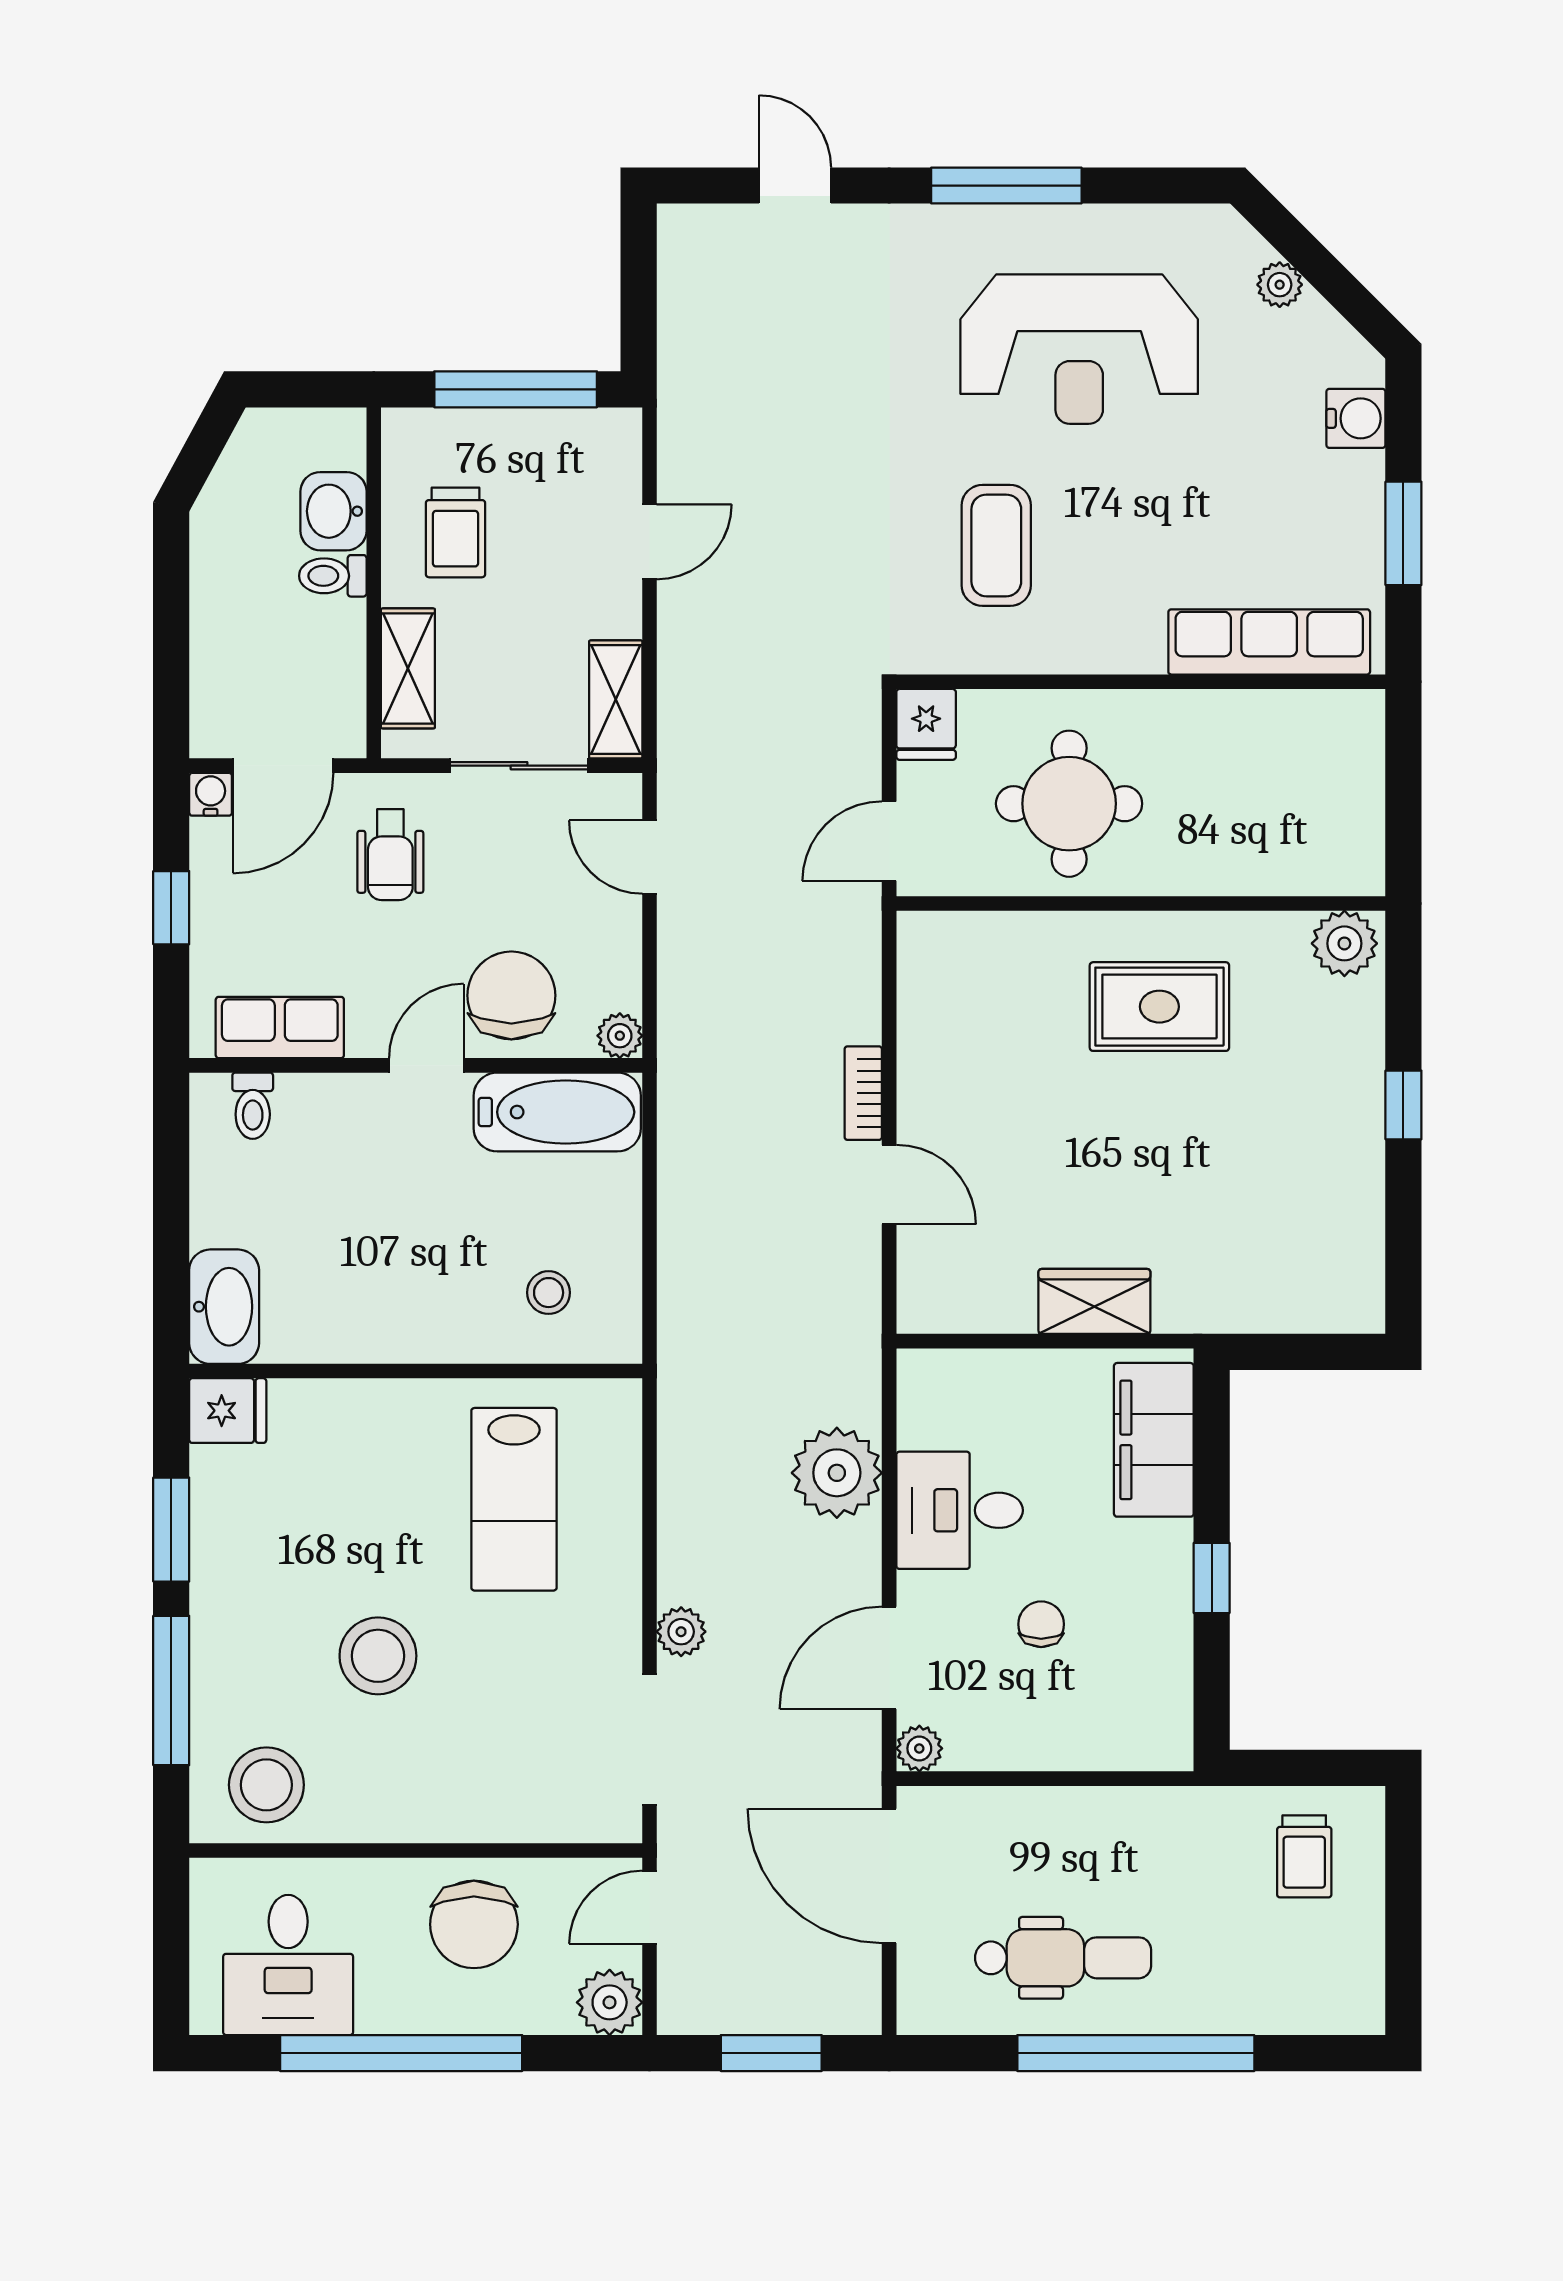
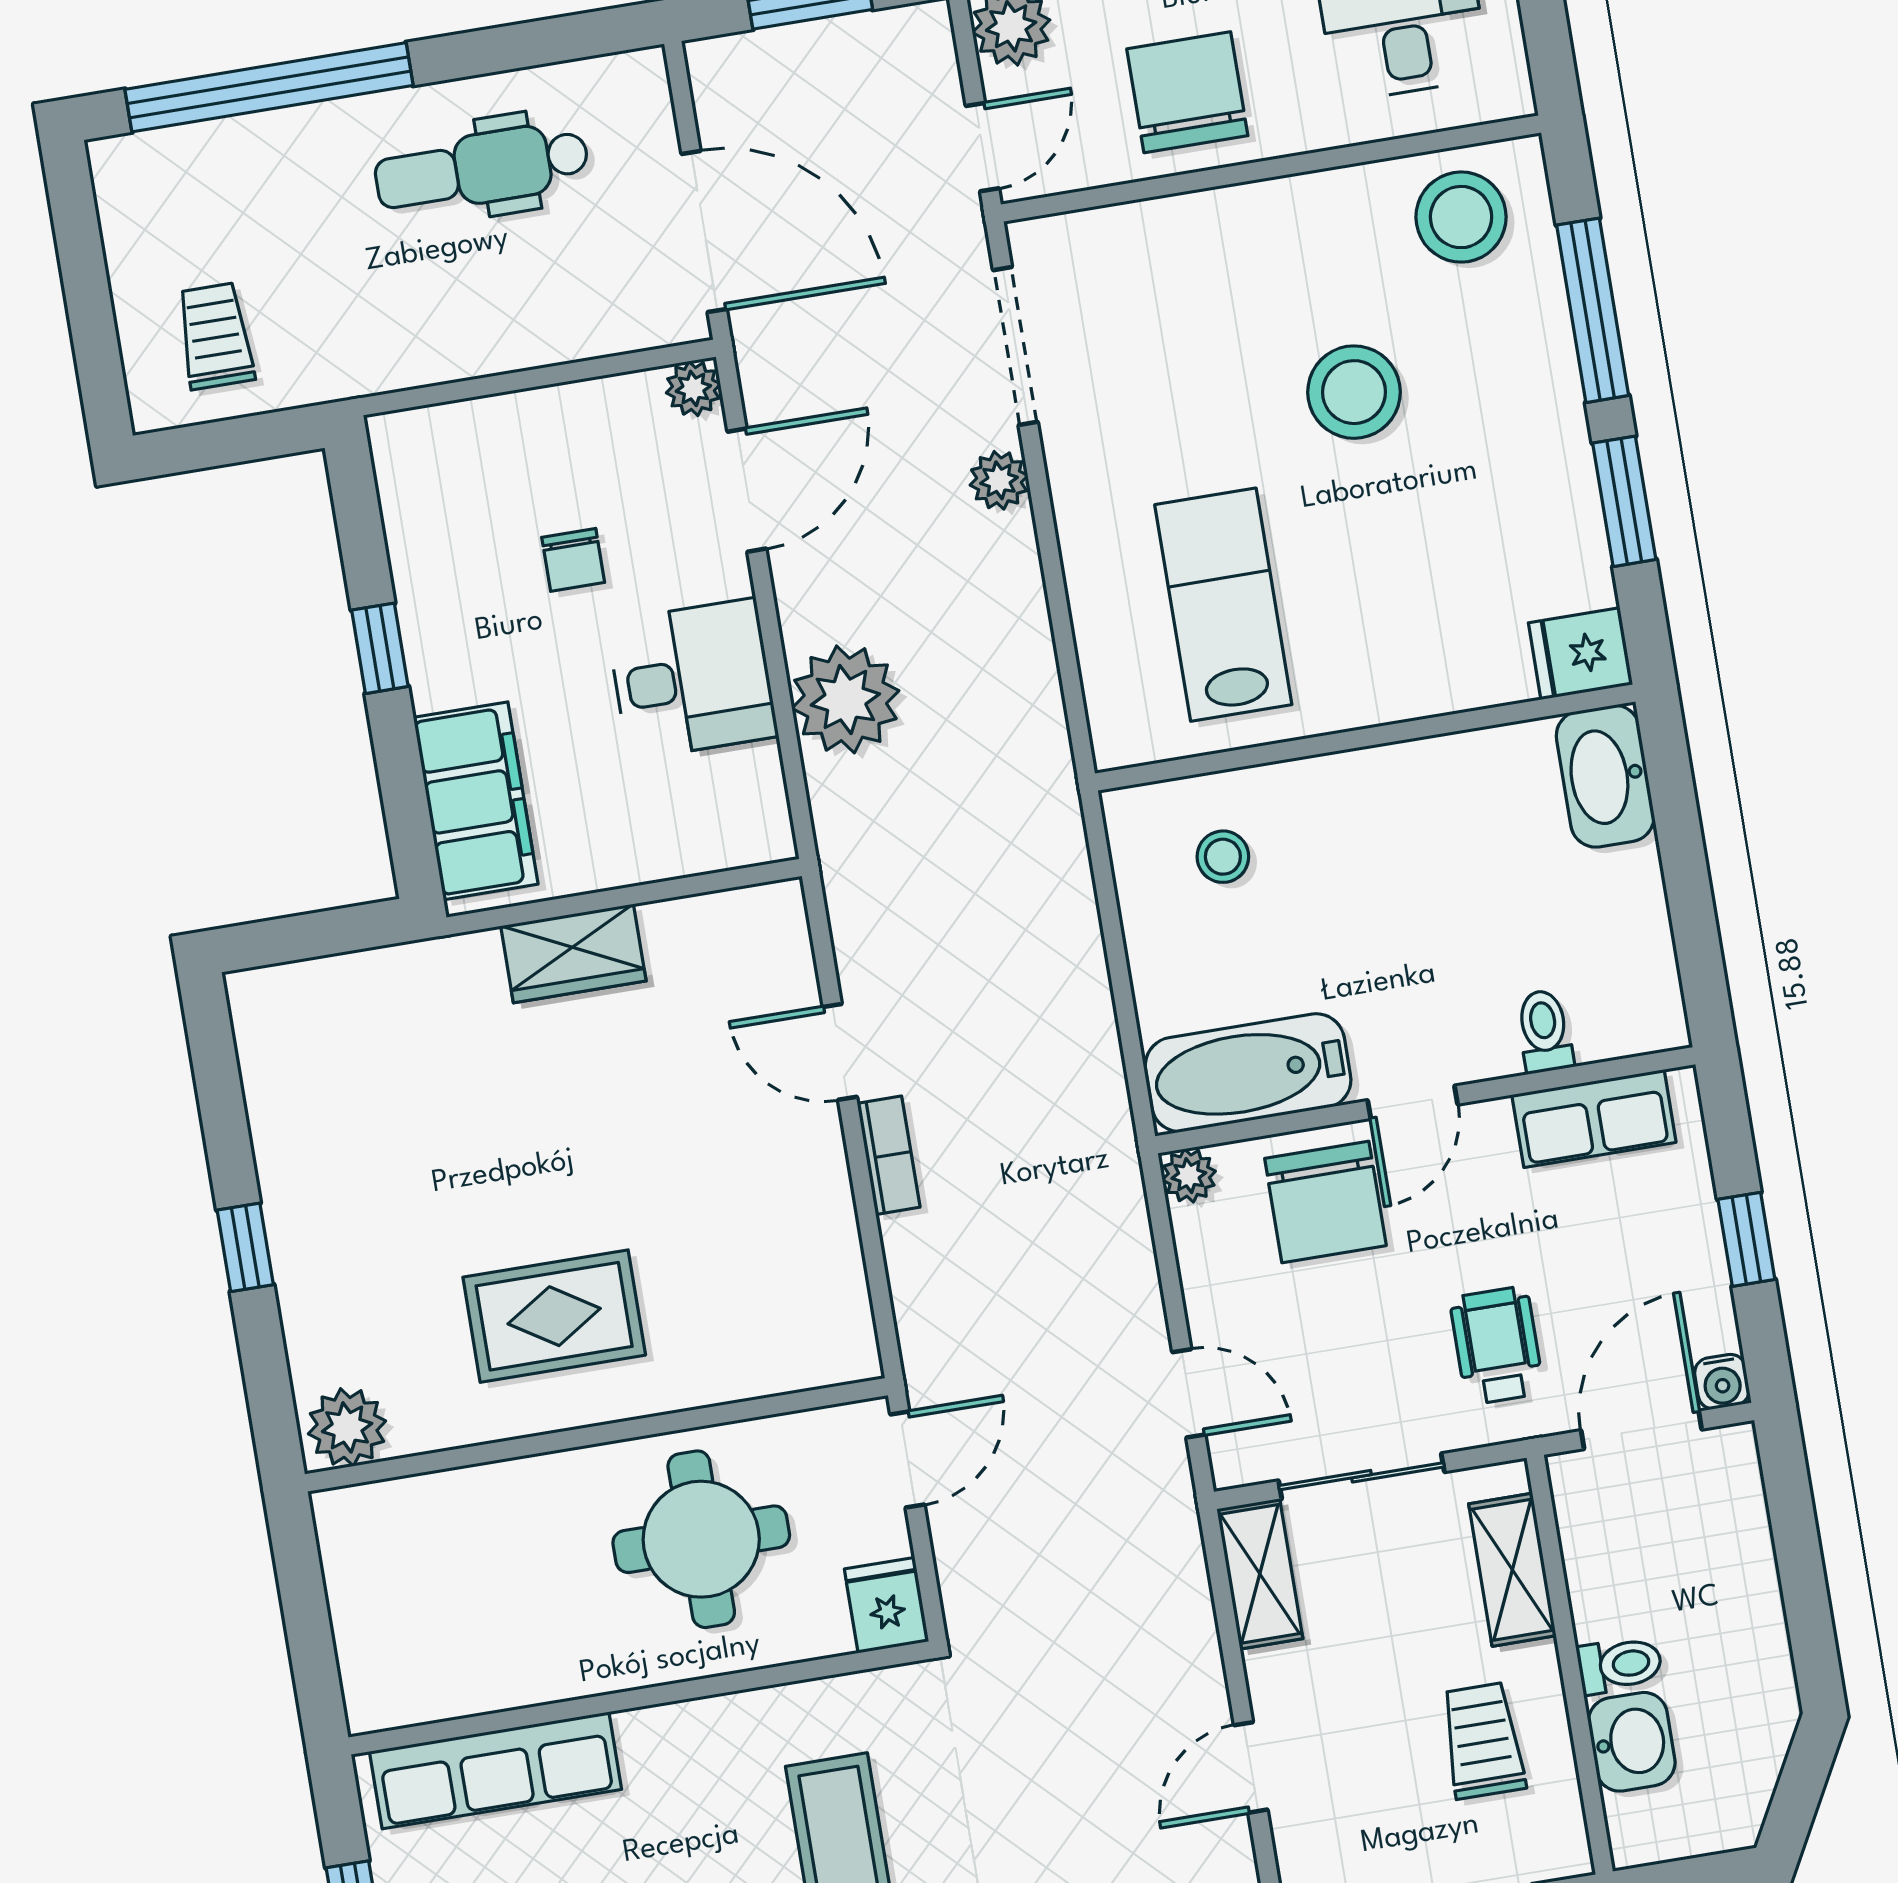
toilet: (253, 1106) -> (1544, 1031), moved
window: (1136, 2053) -> (269, 87), moved

